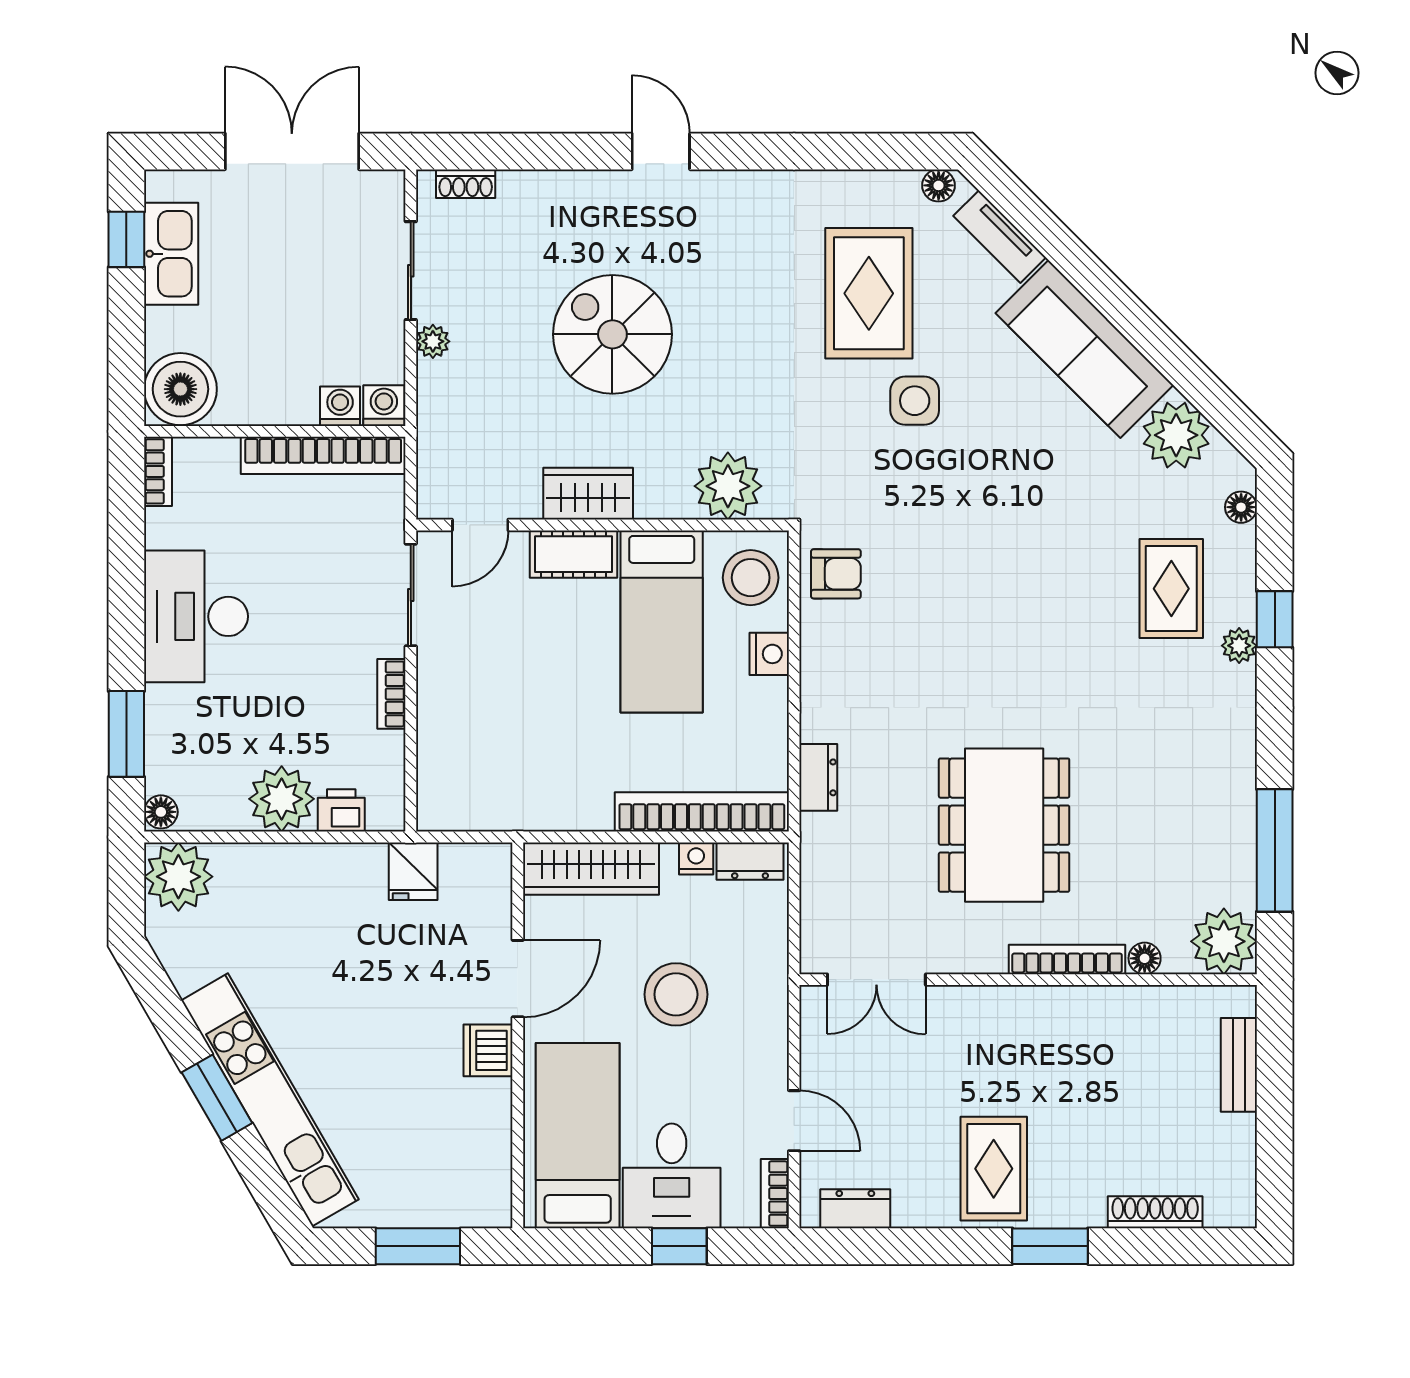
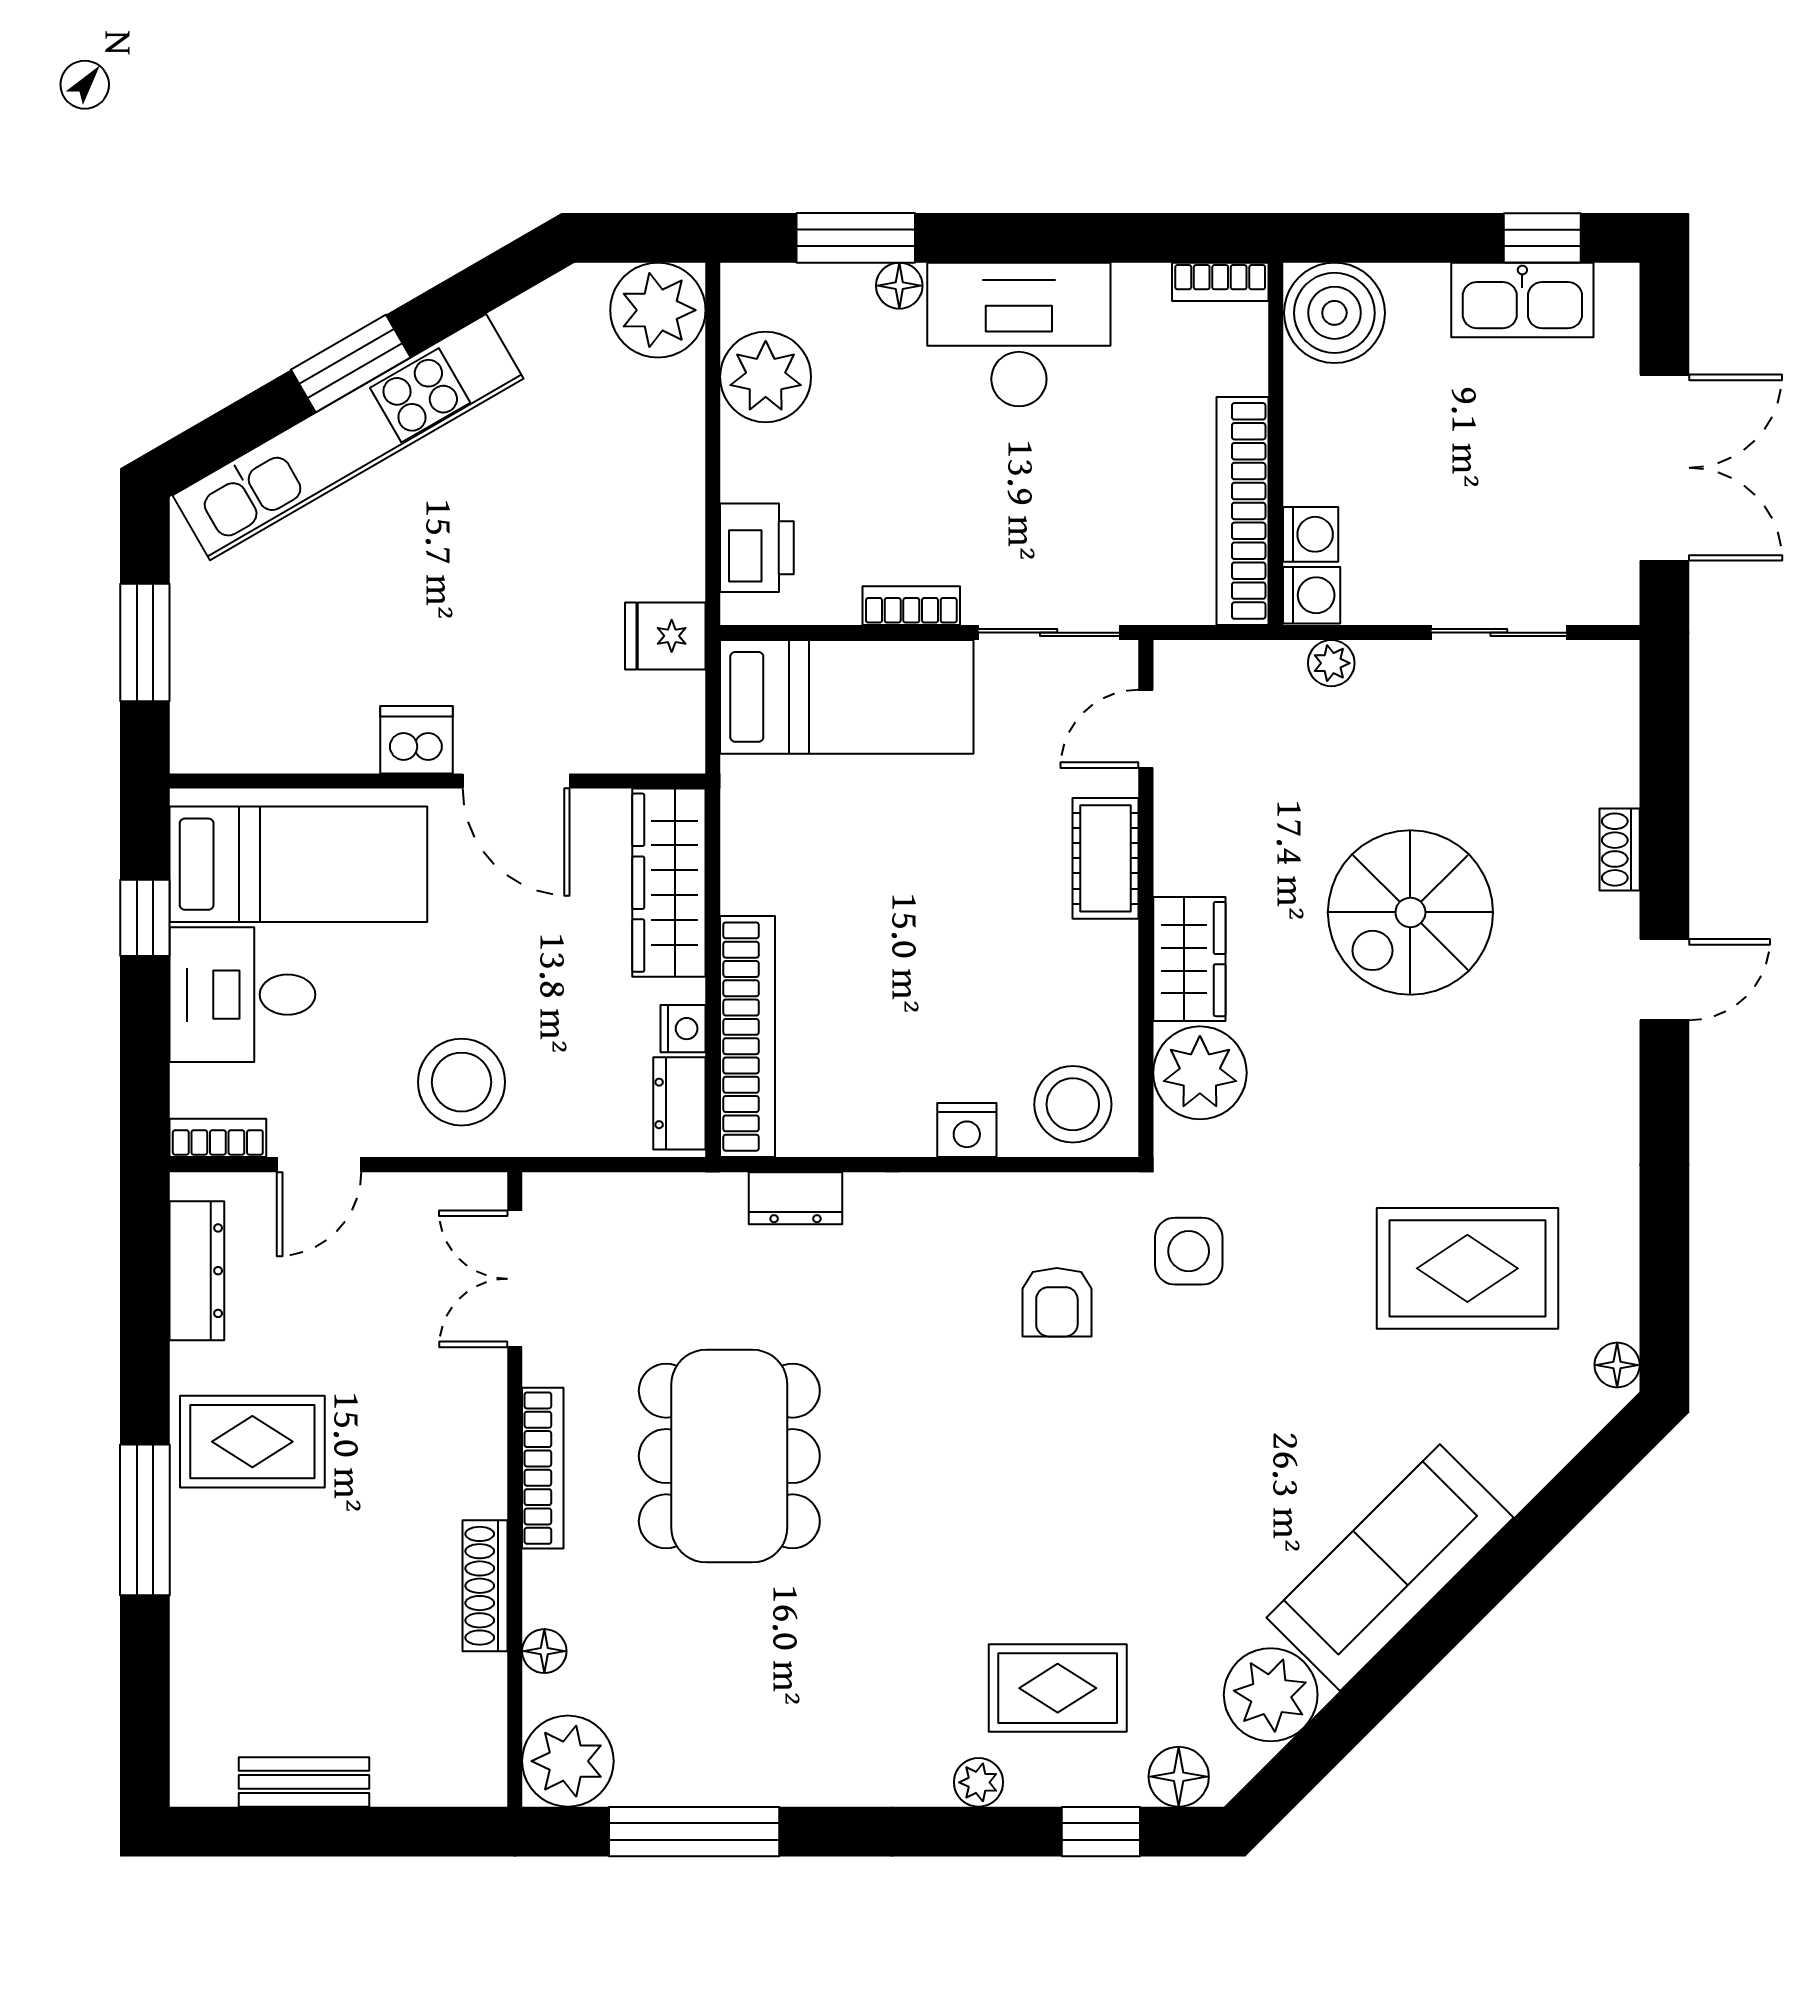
shoe rack: (466, 184) -> (1620, 850), moved
tv unit: (1000, 237) -> (1546, 1450), removed
spiral stairs: (612, 334) -> (1410, 912), turned 180
plant: (433, 341) -> (1331, 663), moved
side table: (915, 401) -> (1189, 1251), moved
wardrobe: (588, 494) -> (1189, 959), moved
floor lamp: (1241, 507) -> (1179, 1777), width x1.37, depth x1.37
door: (480, 525) -> (1146, 729), hinge flipped
armchair: (836, 574) -> (1057, 1302), moved
window: (1275, 619) -> (1101, 1832), moved
bed: (662, 622) -> (847, 697), moved, turned 180
plant: (282, 799) -> (766, 377), moved
printer: (341, 810) -> (757, 548), width x1.36, depth x1.24
floor lamp: (161, 812) -> (899, 286), moved
dining table: (1004, 825) -> (729, 1456), turned 90
bookcase: (1067, 959) -> (543, 1468), moved
stool: (676, 994) -> (461, 1082), moved
bench: (1239, 1065) -> (304, 1782), moved
dresser: (855, 1209) -> (197, 1271), width x1.44
shoe rack: (1155, 1212) -> (485, 1586), moved, turned 180
window: (679, 1246) -> (145, 918), moved
window: (1050, 1246) -> (145, 1520), width x1.44

